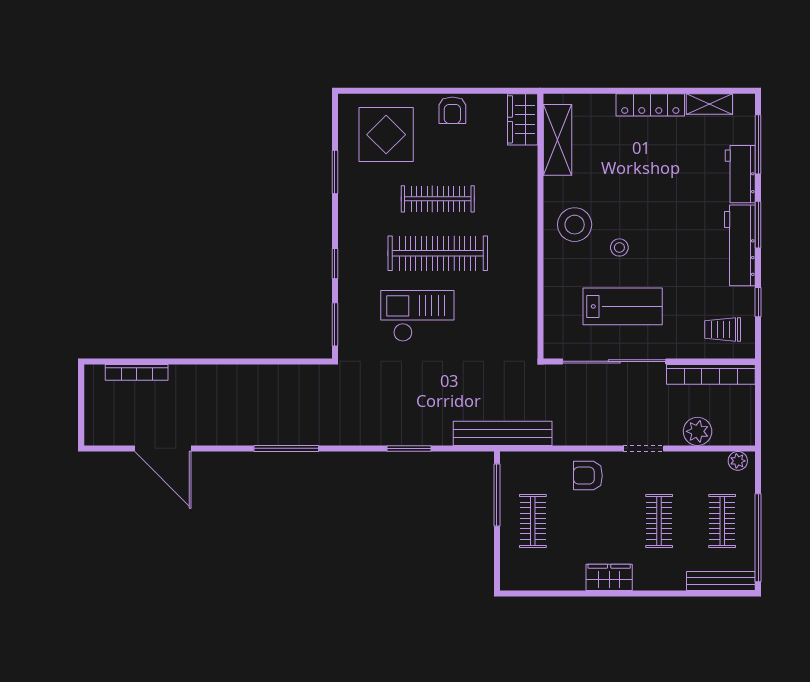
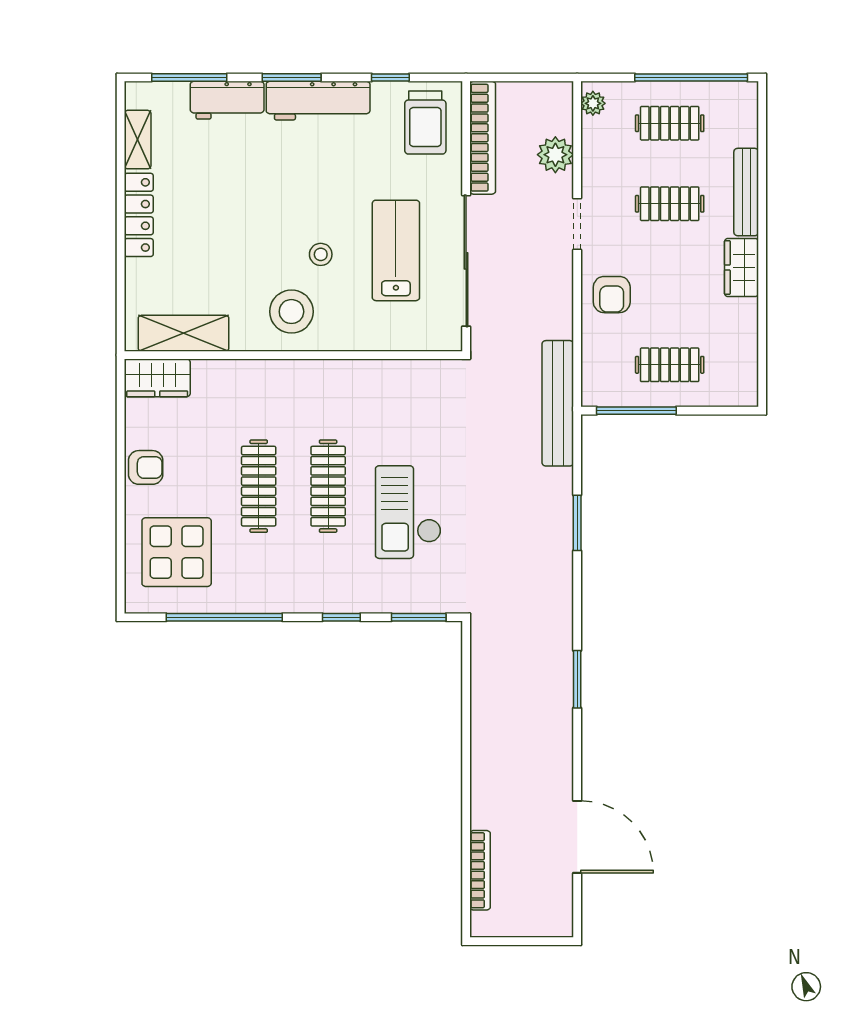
window: (335, 172) -> (224, 617), width x2.11
clothes rail: (438, 253) -> (328, 486), width x0.73, depth x0.76
trolley: (723, 329) -> (425, 123), width x1.36, depth x1.39
door: (163, 448) -> (577, 837), hinge flipped
window: (286, 448) -> (577, 679), width x0.69
bench: (721, 581) -> (746, 192), moved

